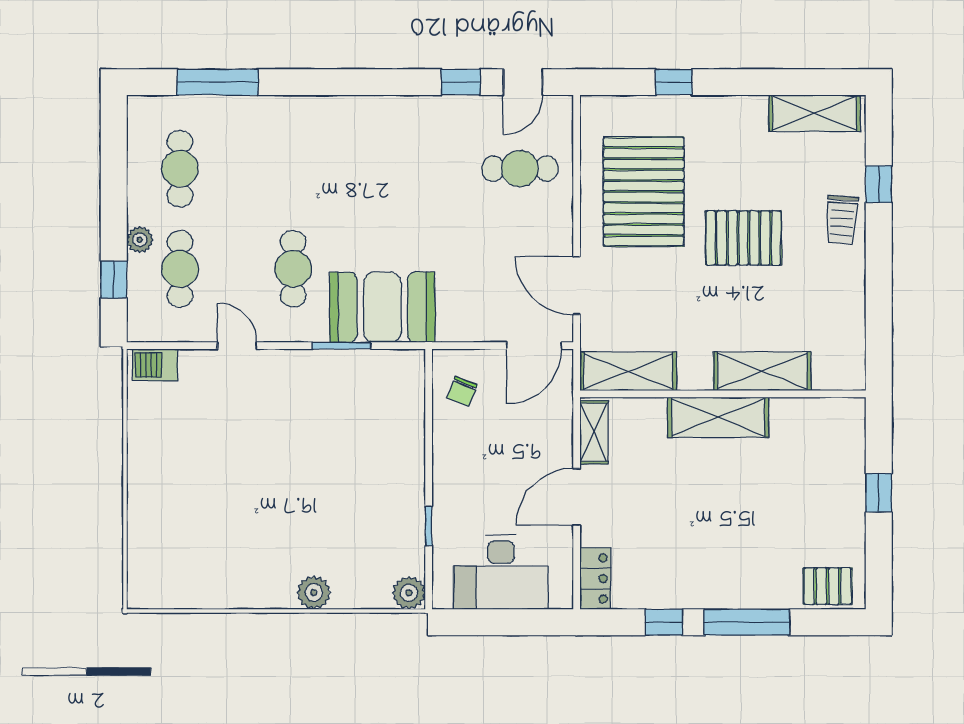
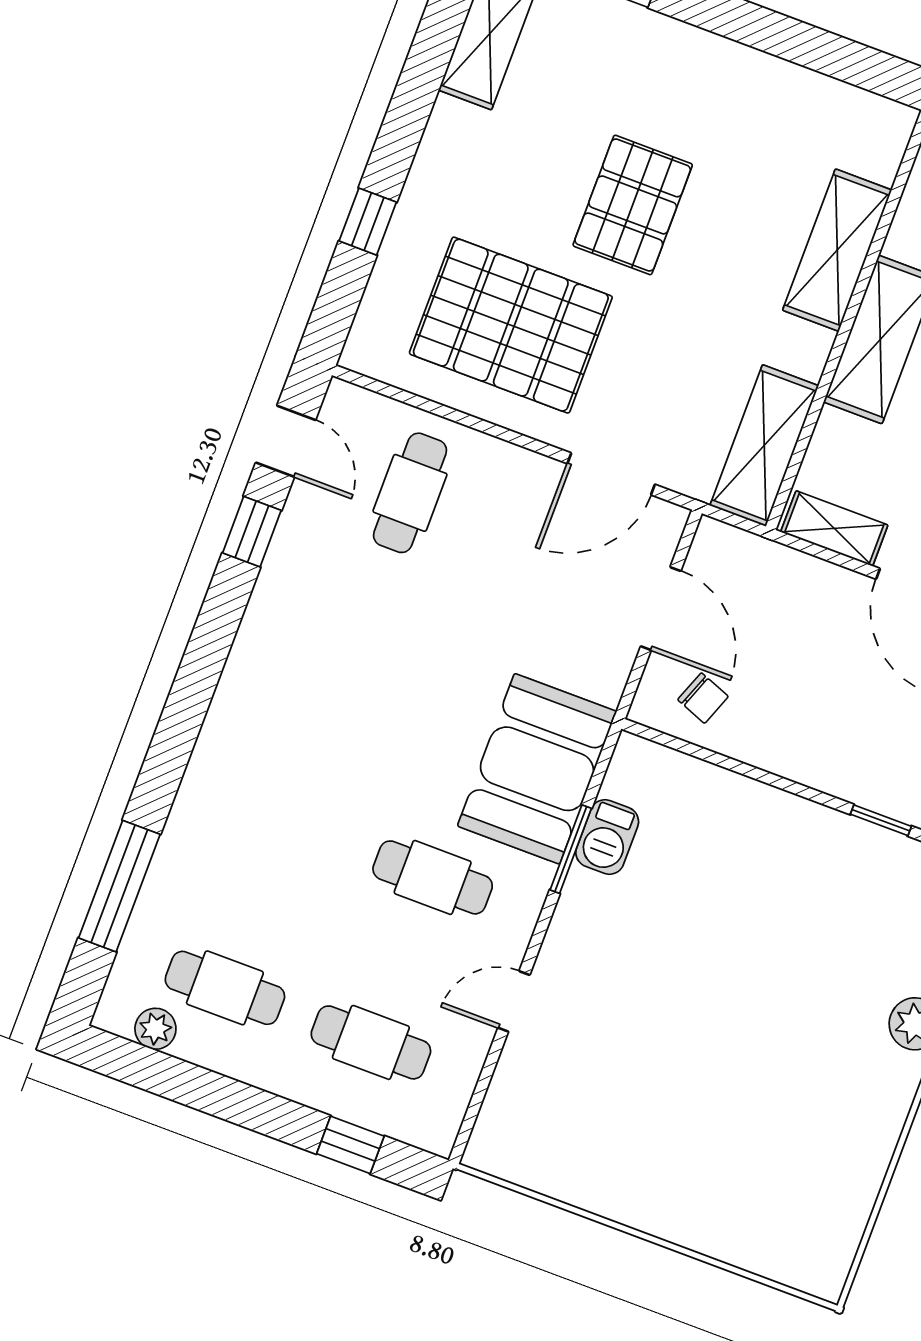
trolley: (842, 220) -> (660, 52), removed
plant: (140, 240) -> (155, 1029), moved
door: (534, 346) -> (661, 609), moved
barbecue: (155, 365) -> (607, 837), moved

